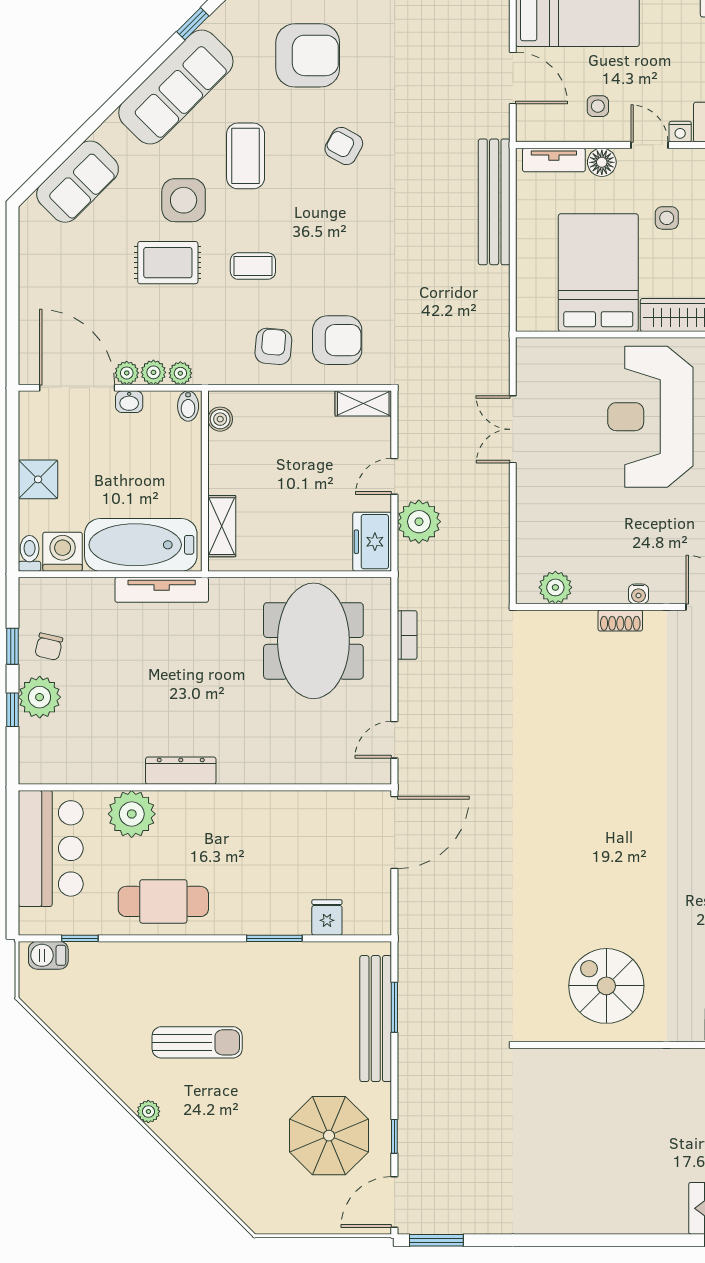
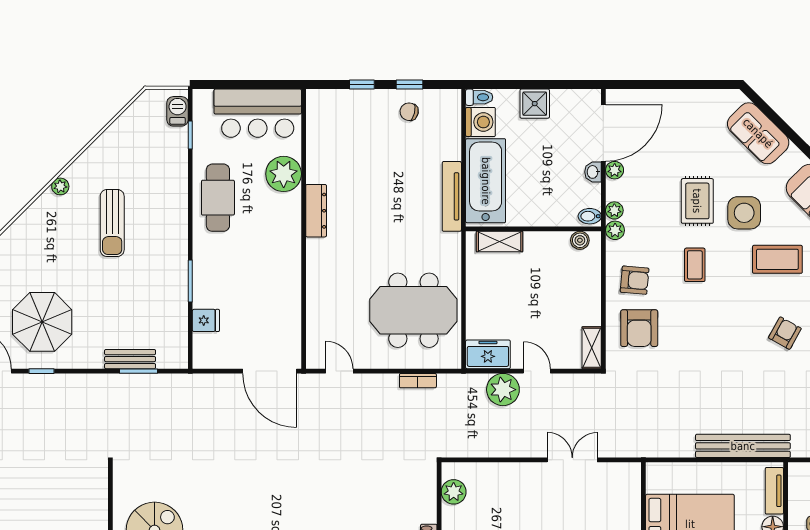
plant: (153, 372) -> (615, 230), moved
plant: (40, 697) -> (371, 105), removed
bench: (376, 1019) -> (130, 359), width x0.54, depth x0.82

